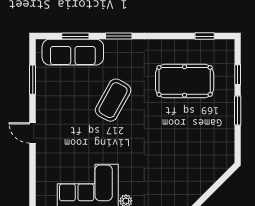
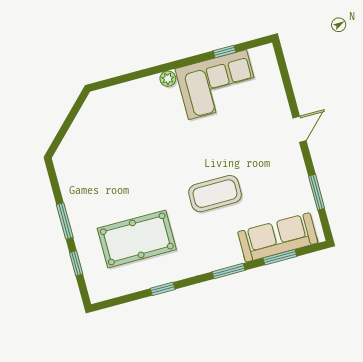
window: (205, 36) -> (163, 289), moved
coffee table: (113, 100) -> (215, 194), turned 61
door: (33, 133) -> (300, 129), hinge flipped

